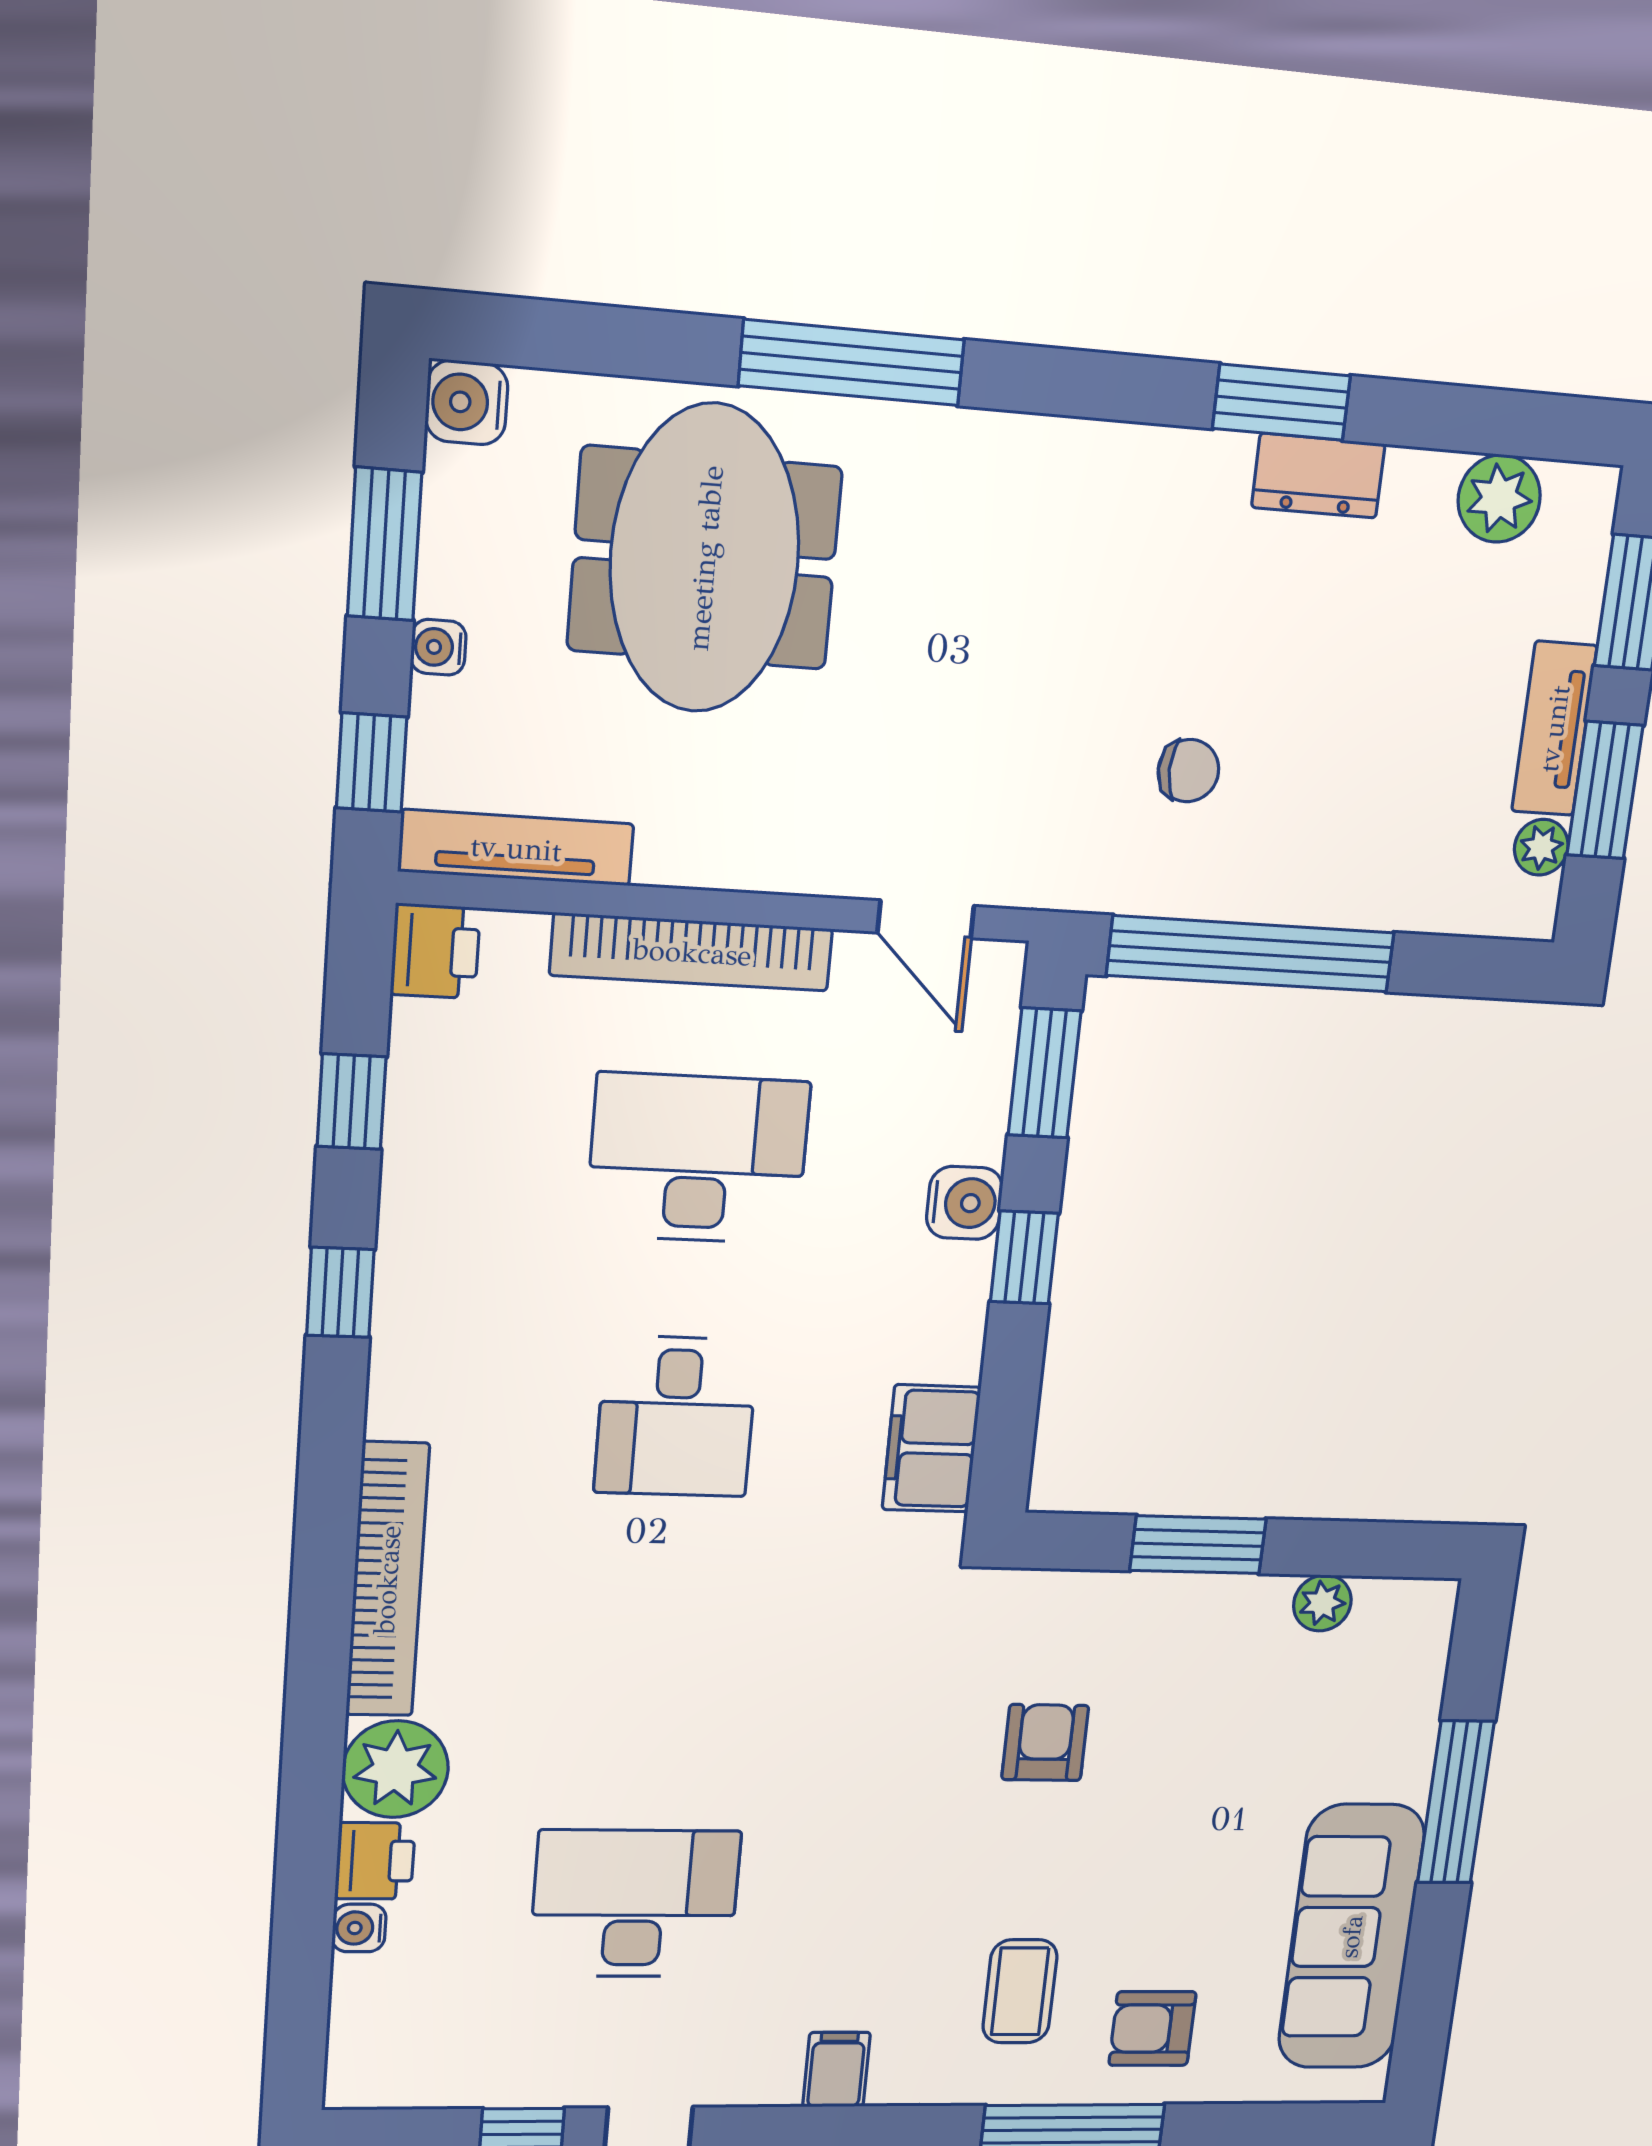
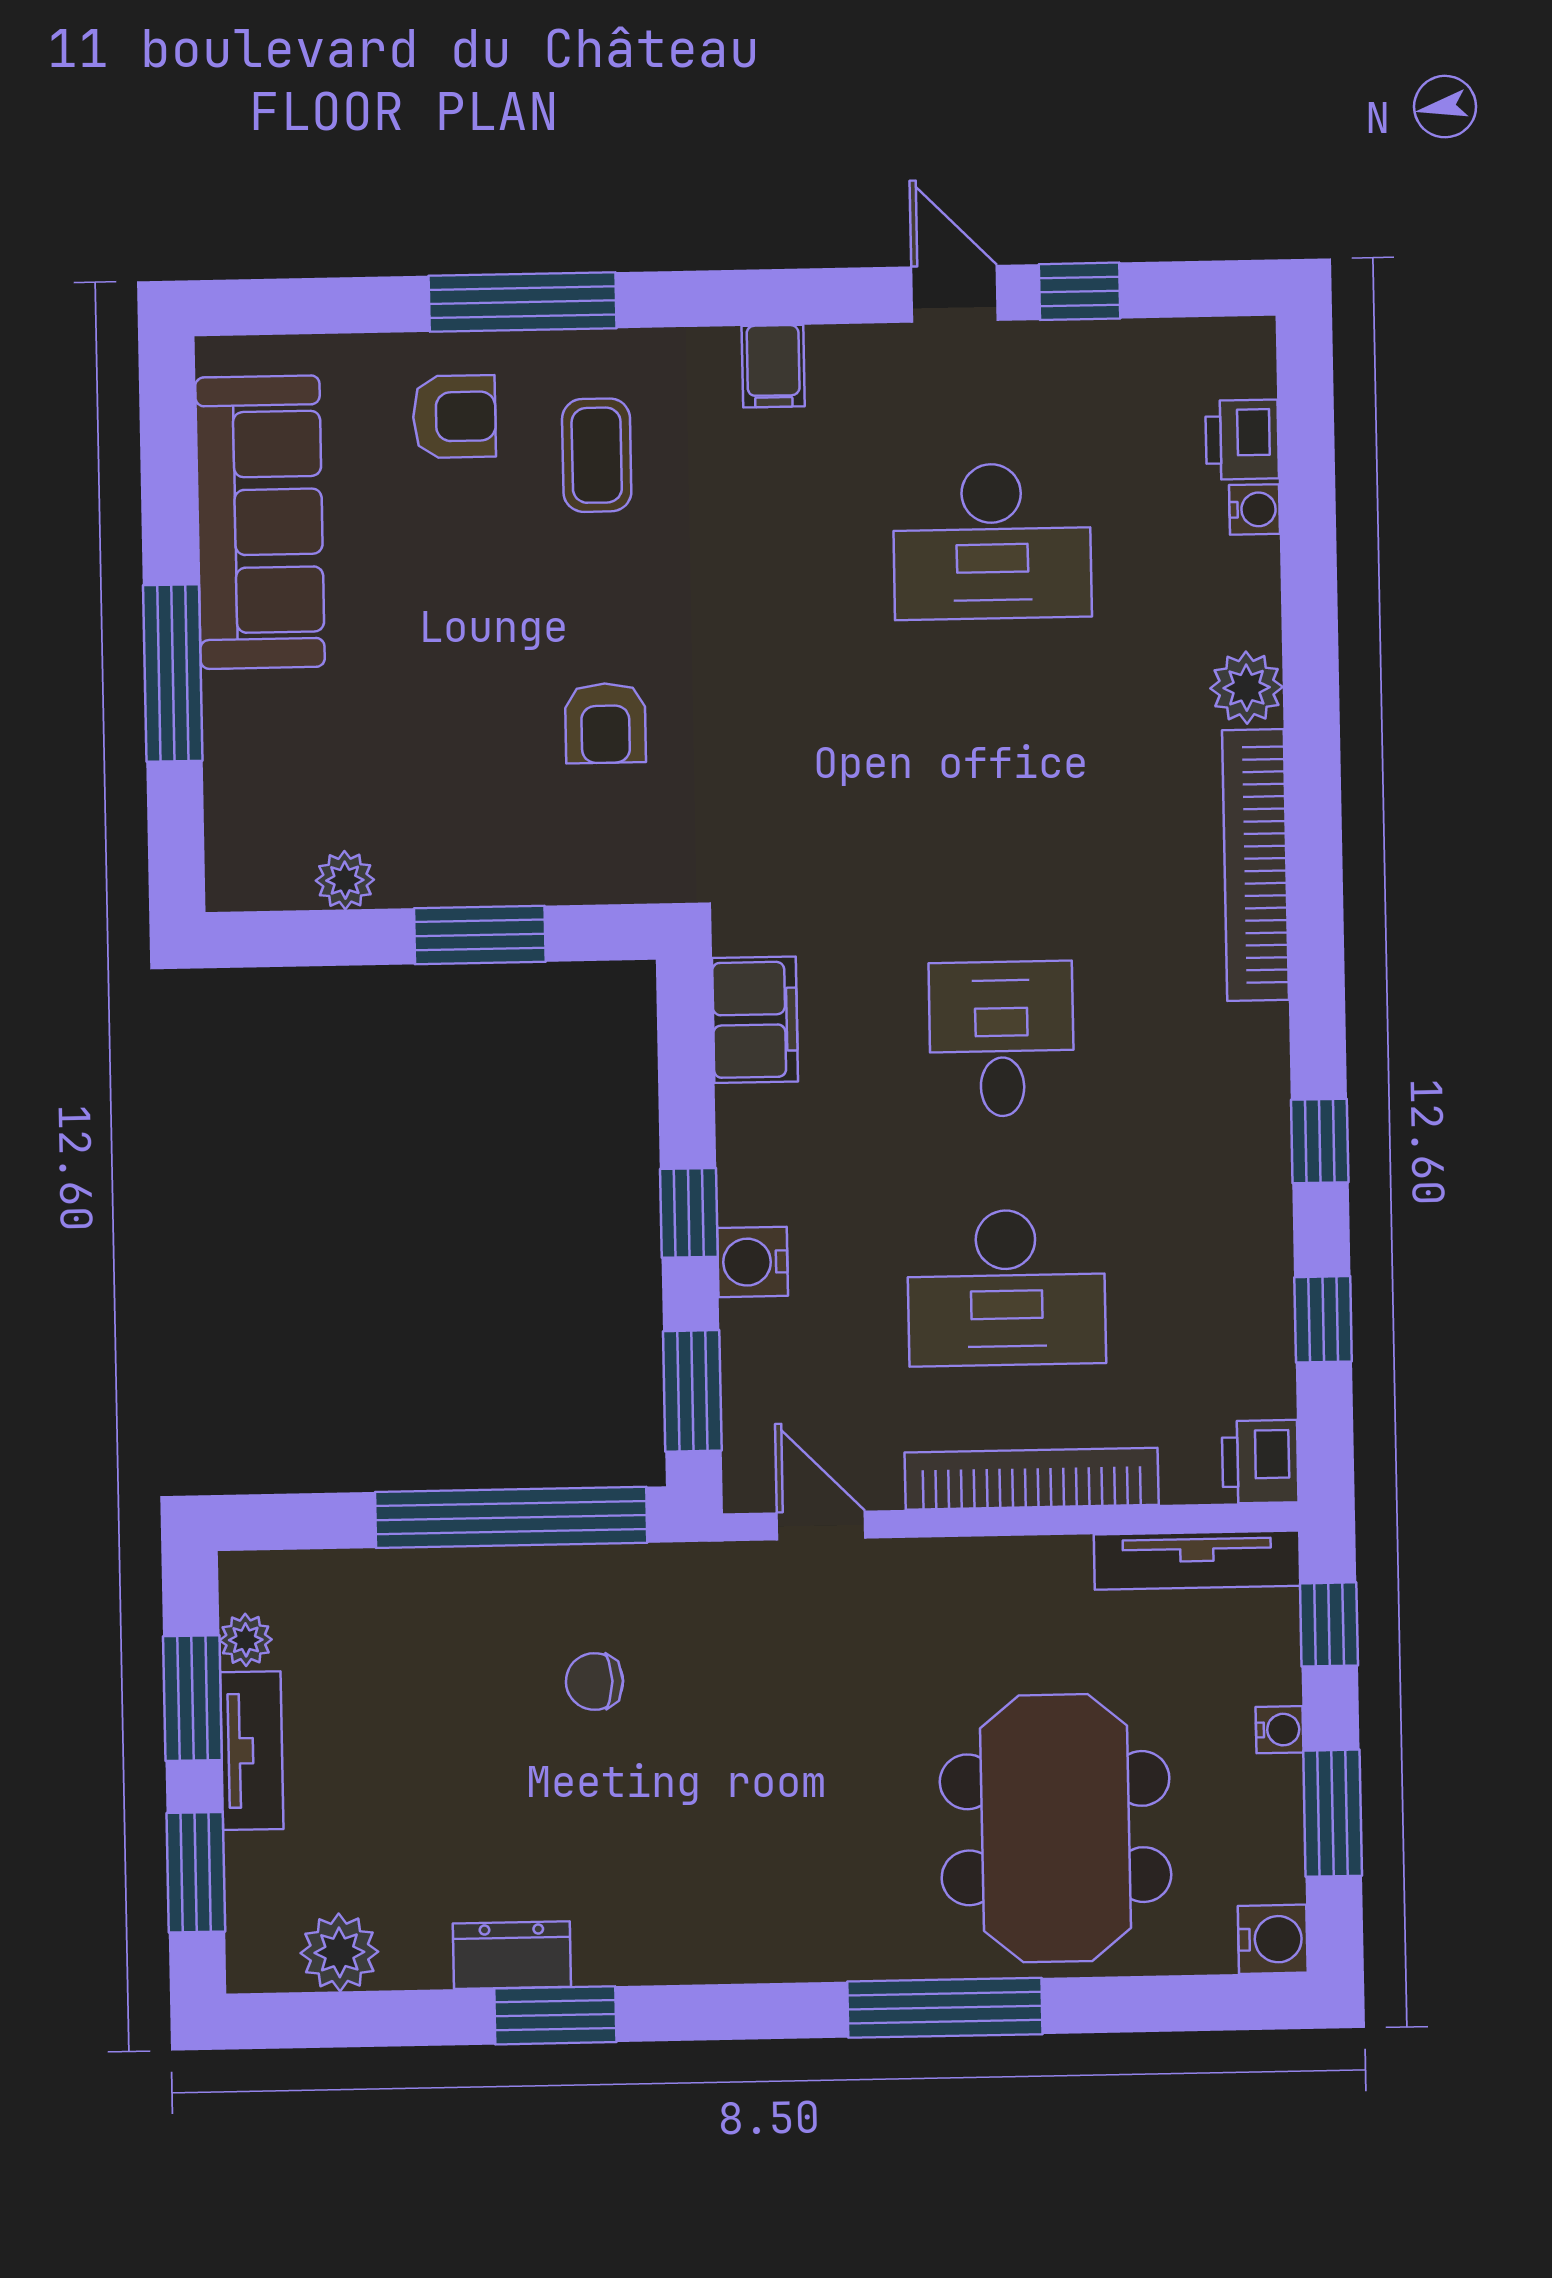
plant: (395, 1769) -> (1247, 688), width x0.73, depth x0.73
printer: (375, 1861) -> (1242, 440), moved

